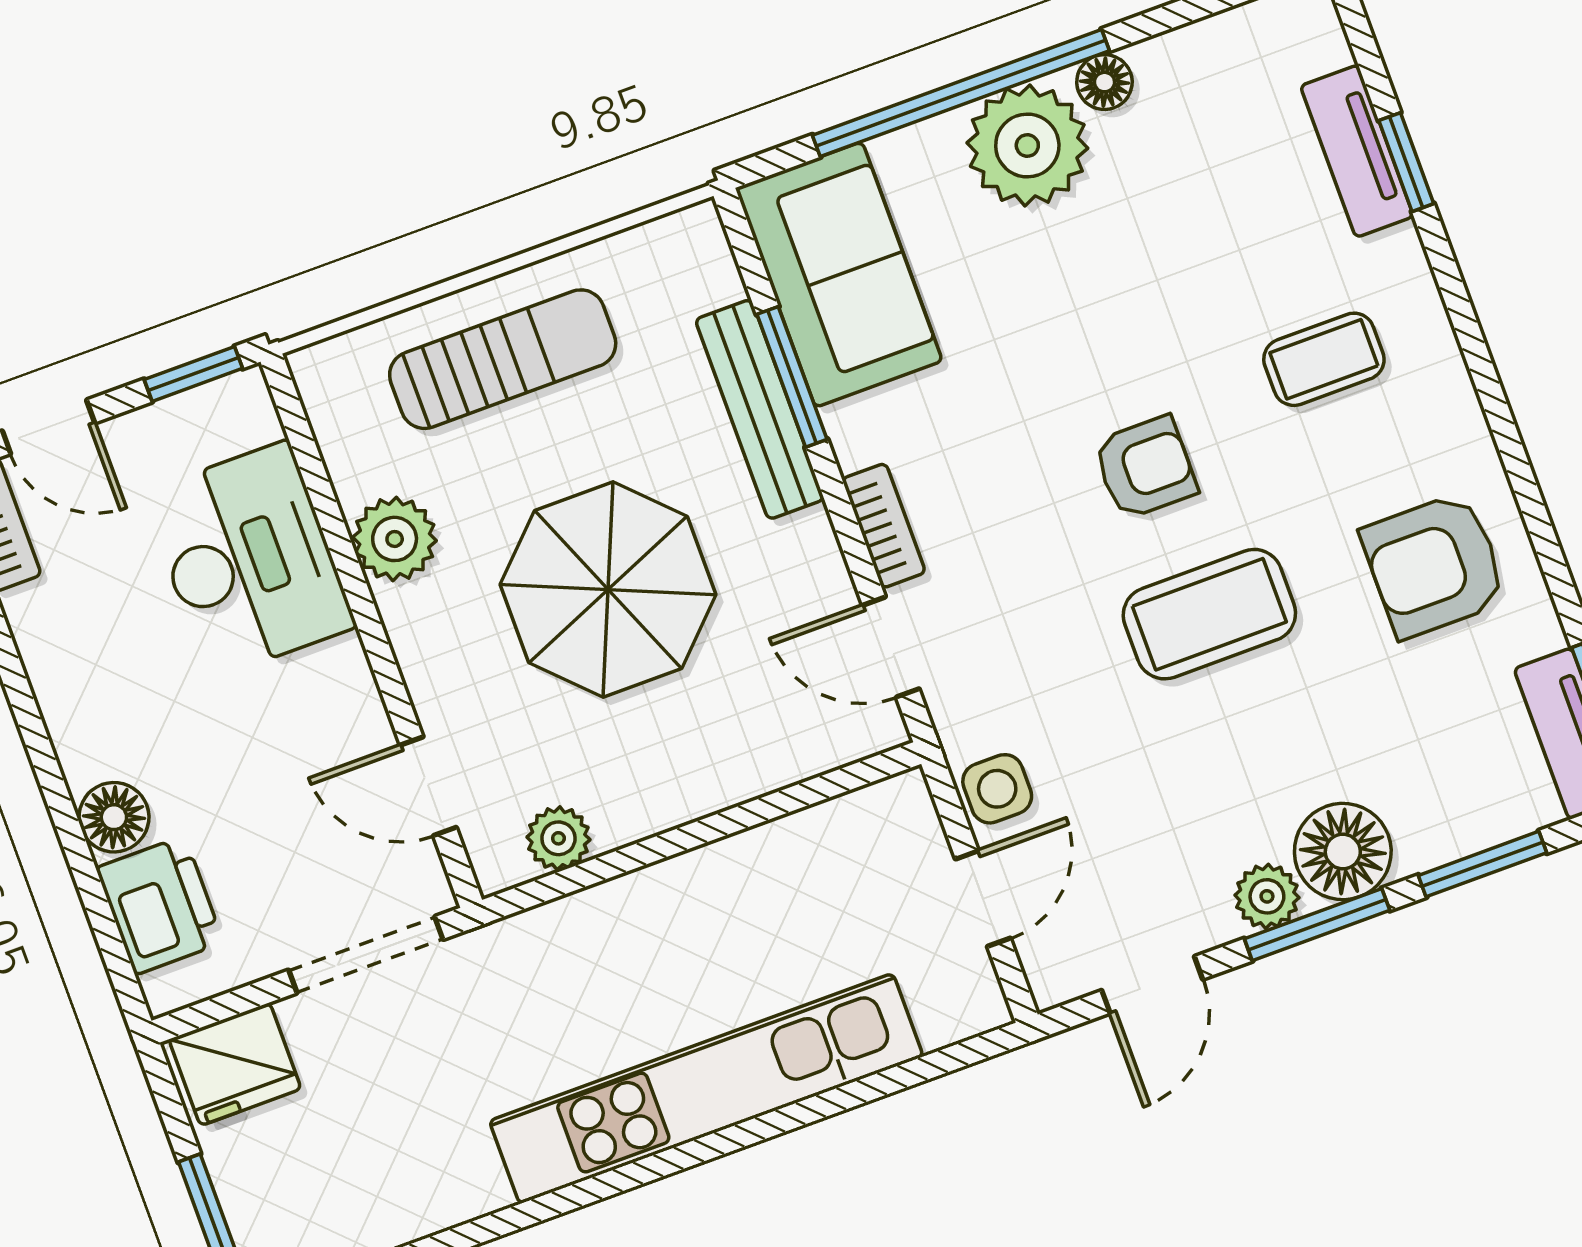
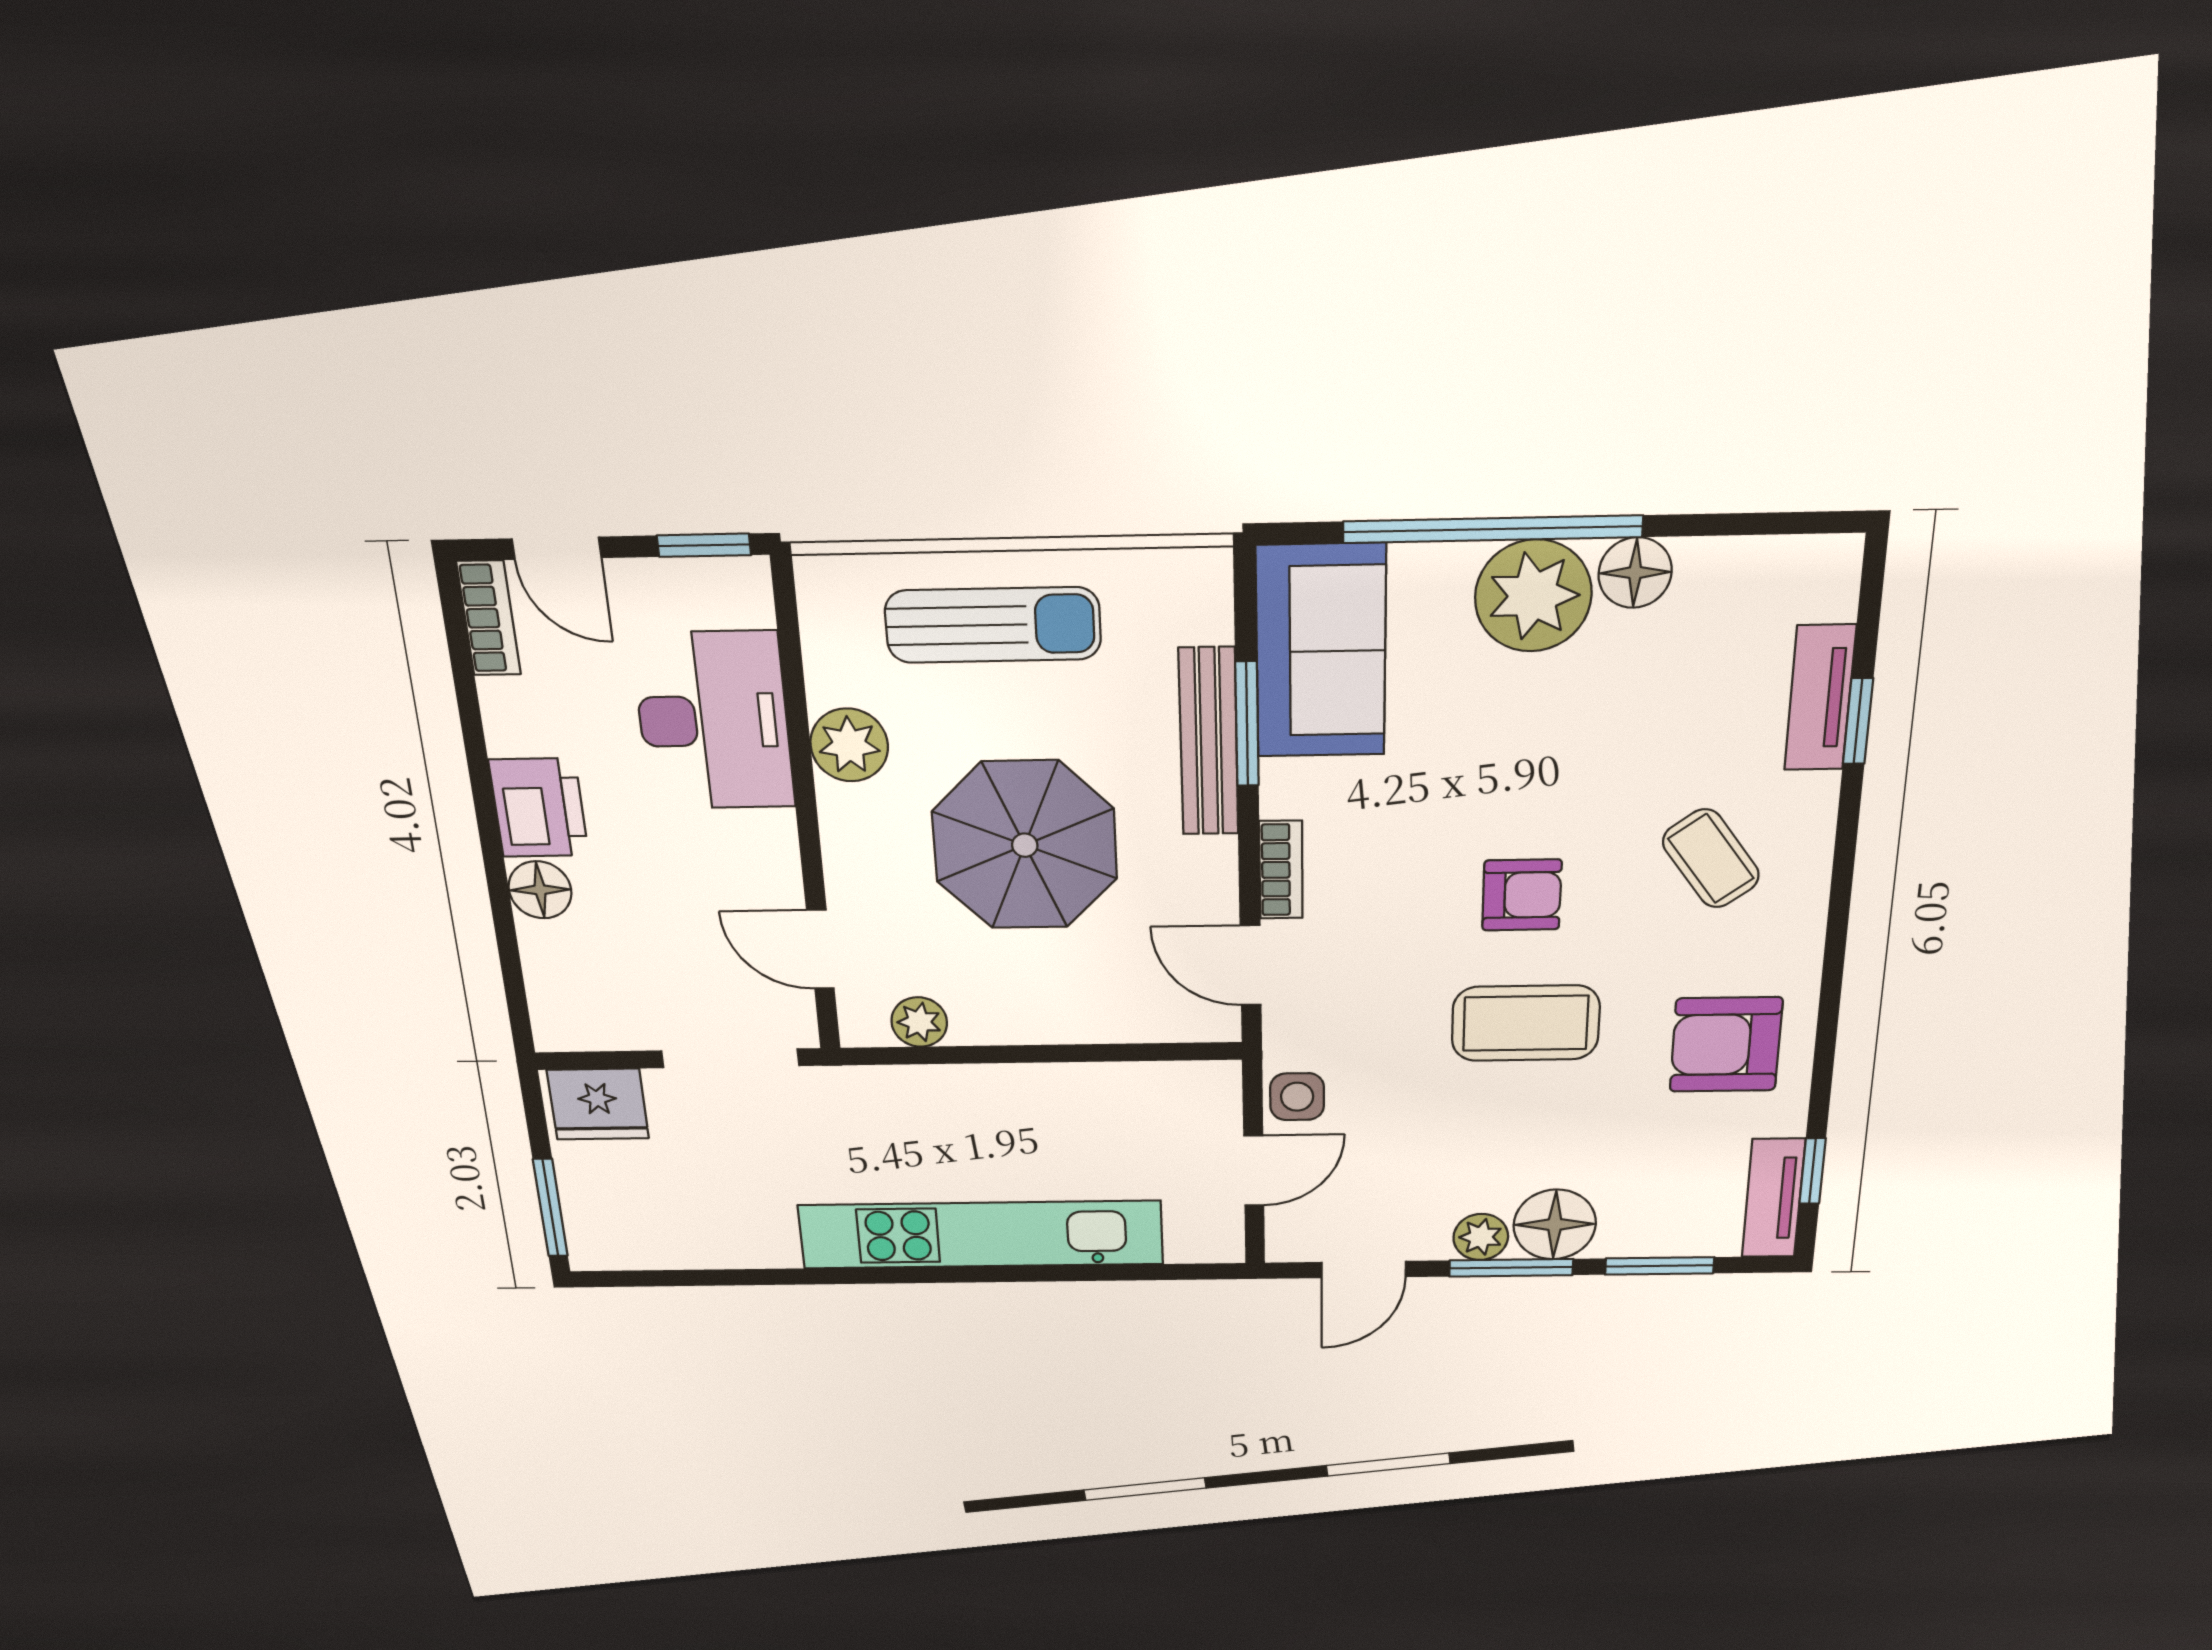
floor lamp: (1104, 82) -> (1635, 573), width x1.37, depth x1.37
coffee table: (1324, 359) -> (1711, 858), turned 54
printer: (160, 905) -> (539, 808), moved

